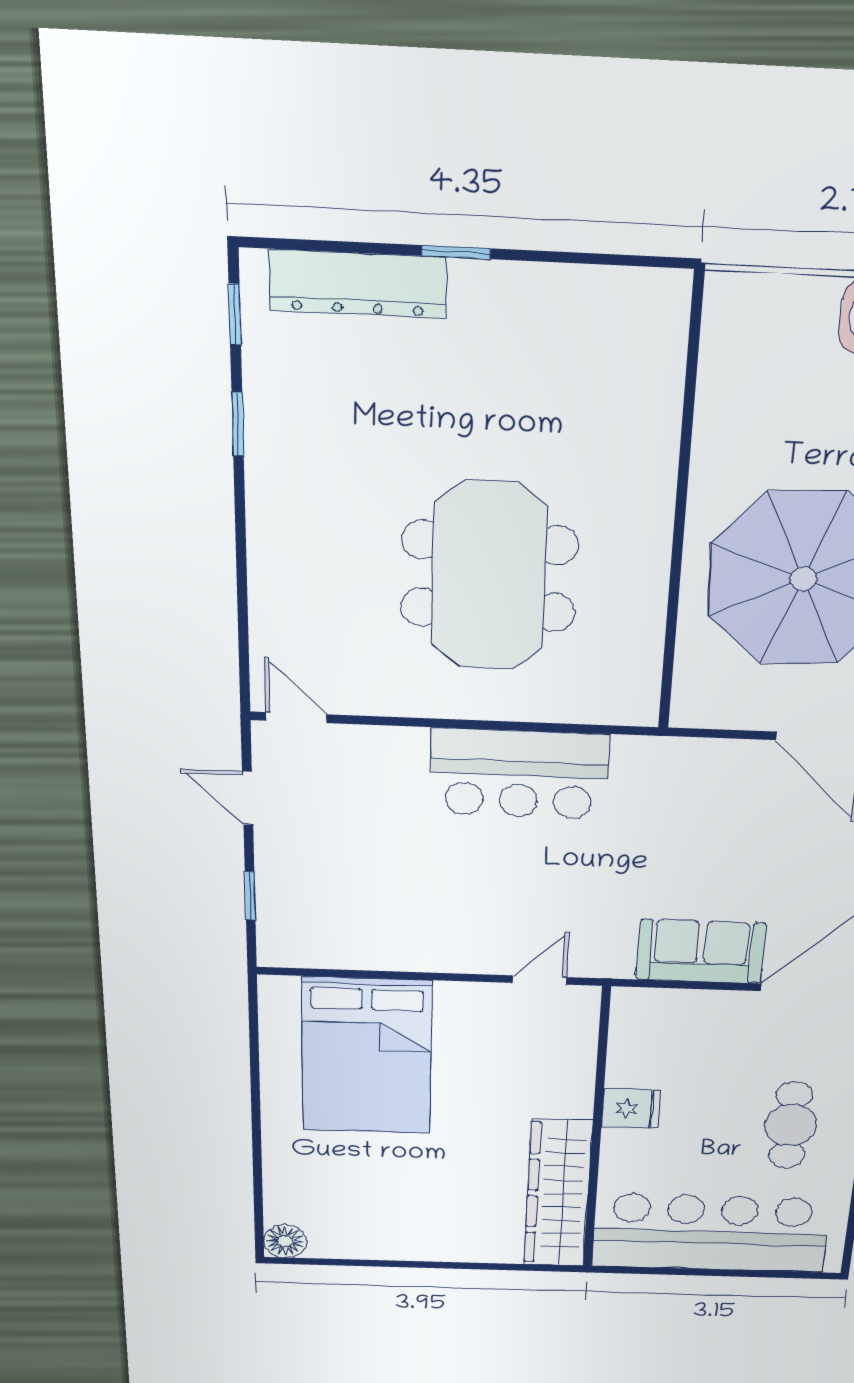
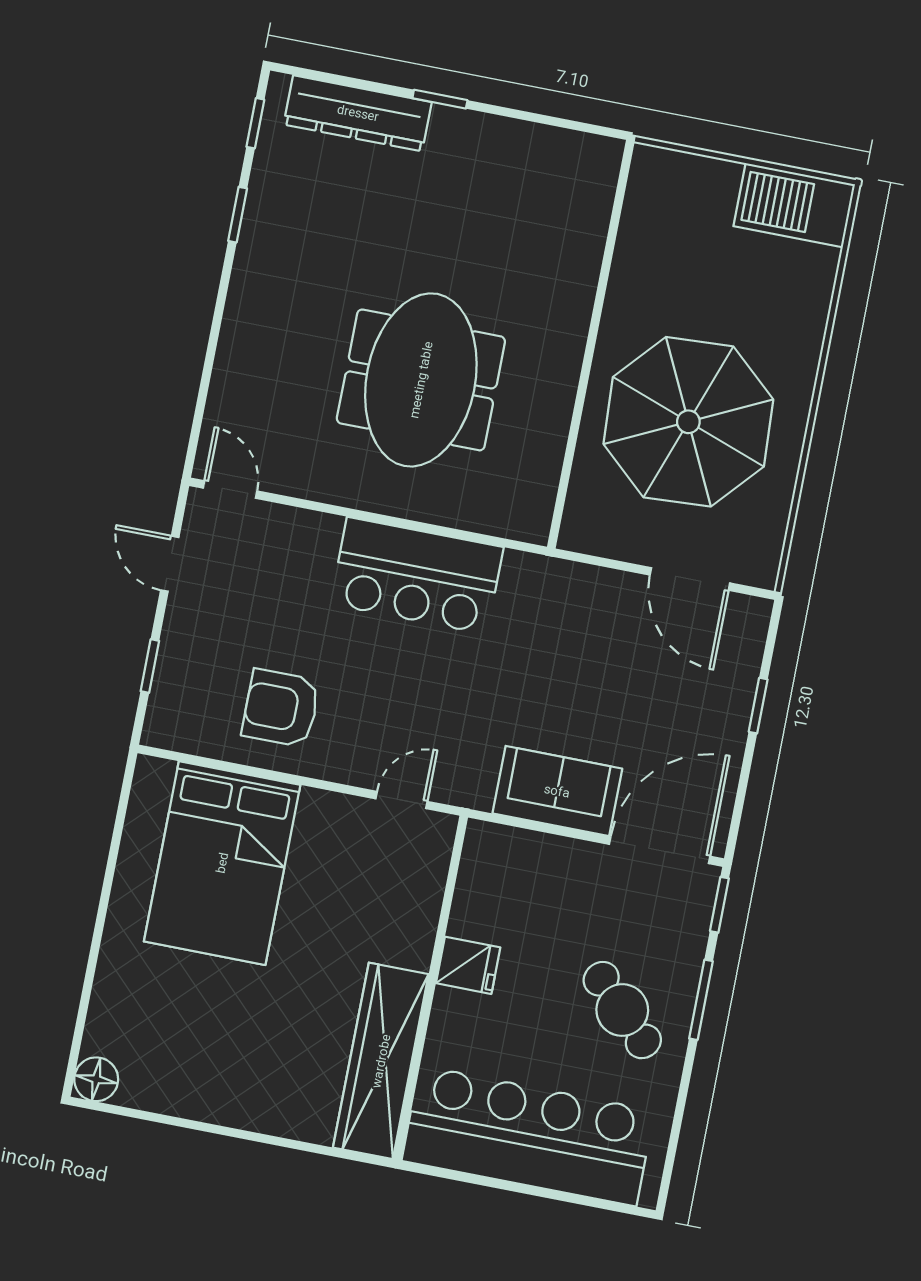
armchair: (397, 916) -> (281, 708), added
cafe table: (791, 1125) -> (622, 1010), turned -45

